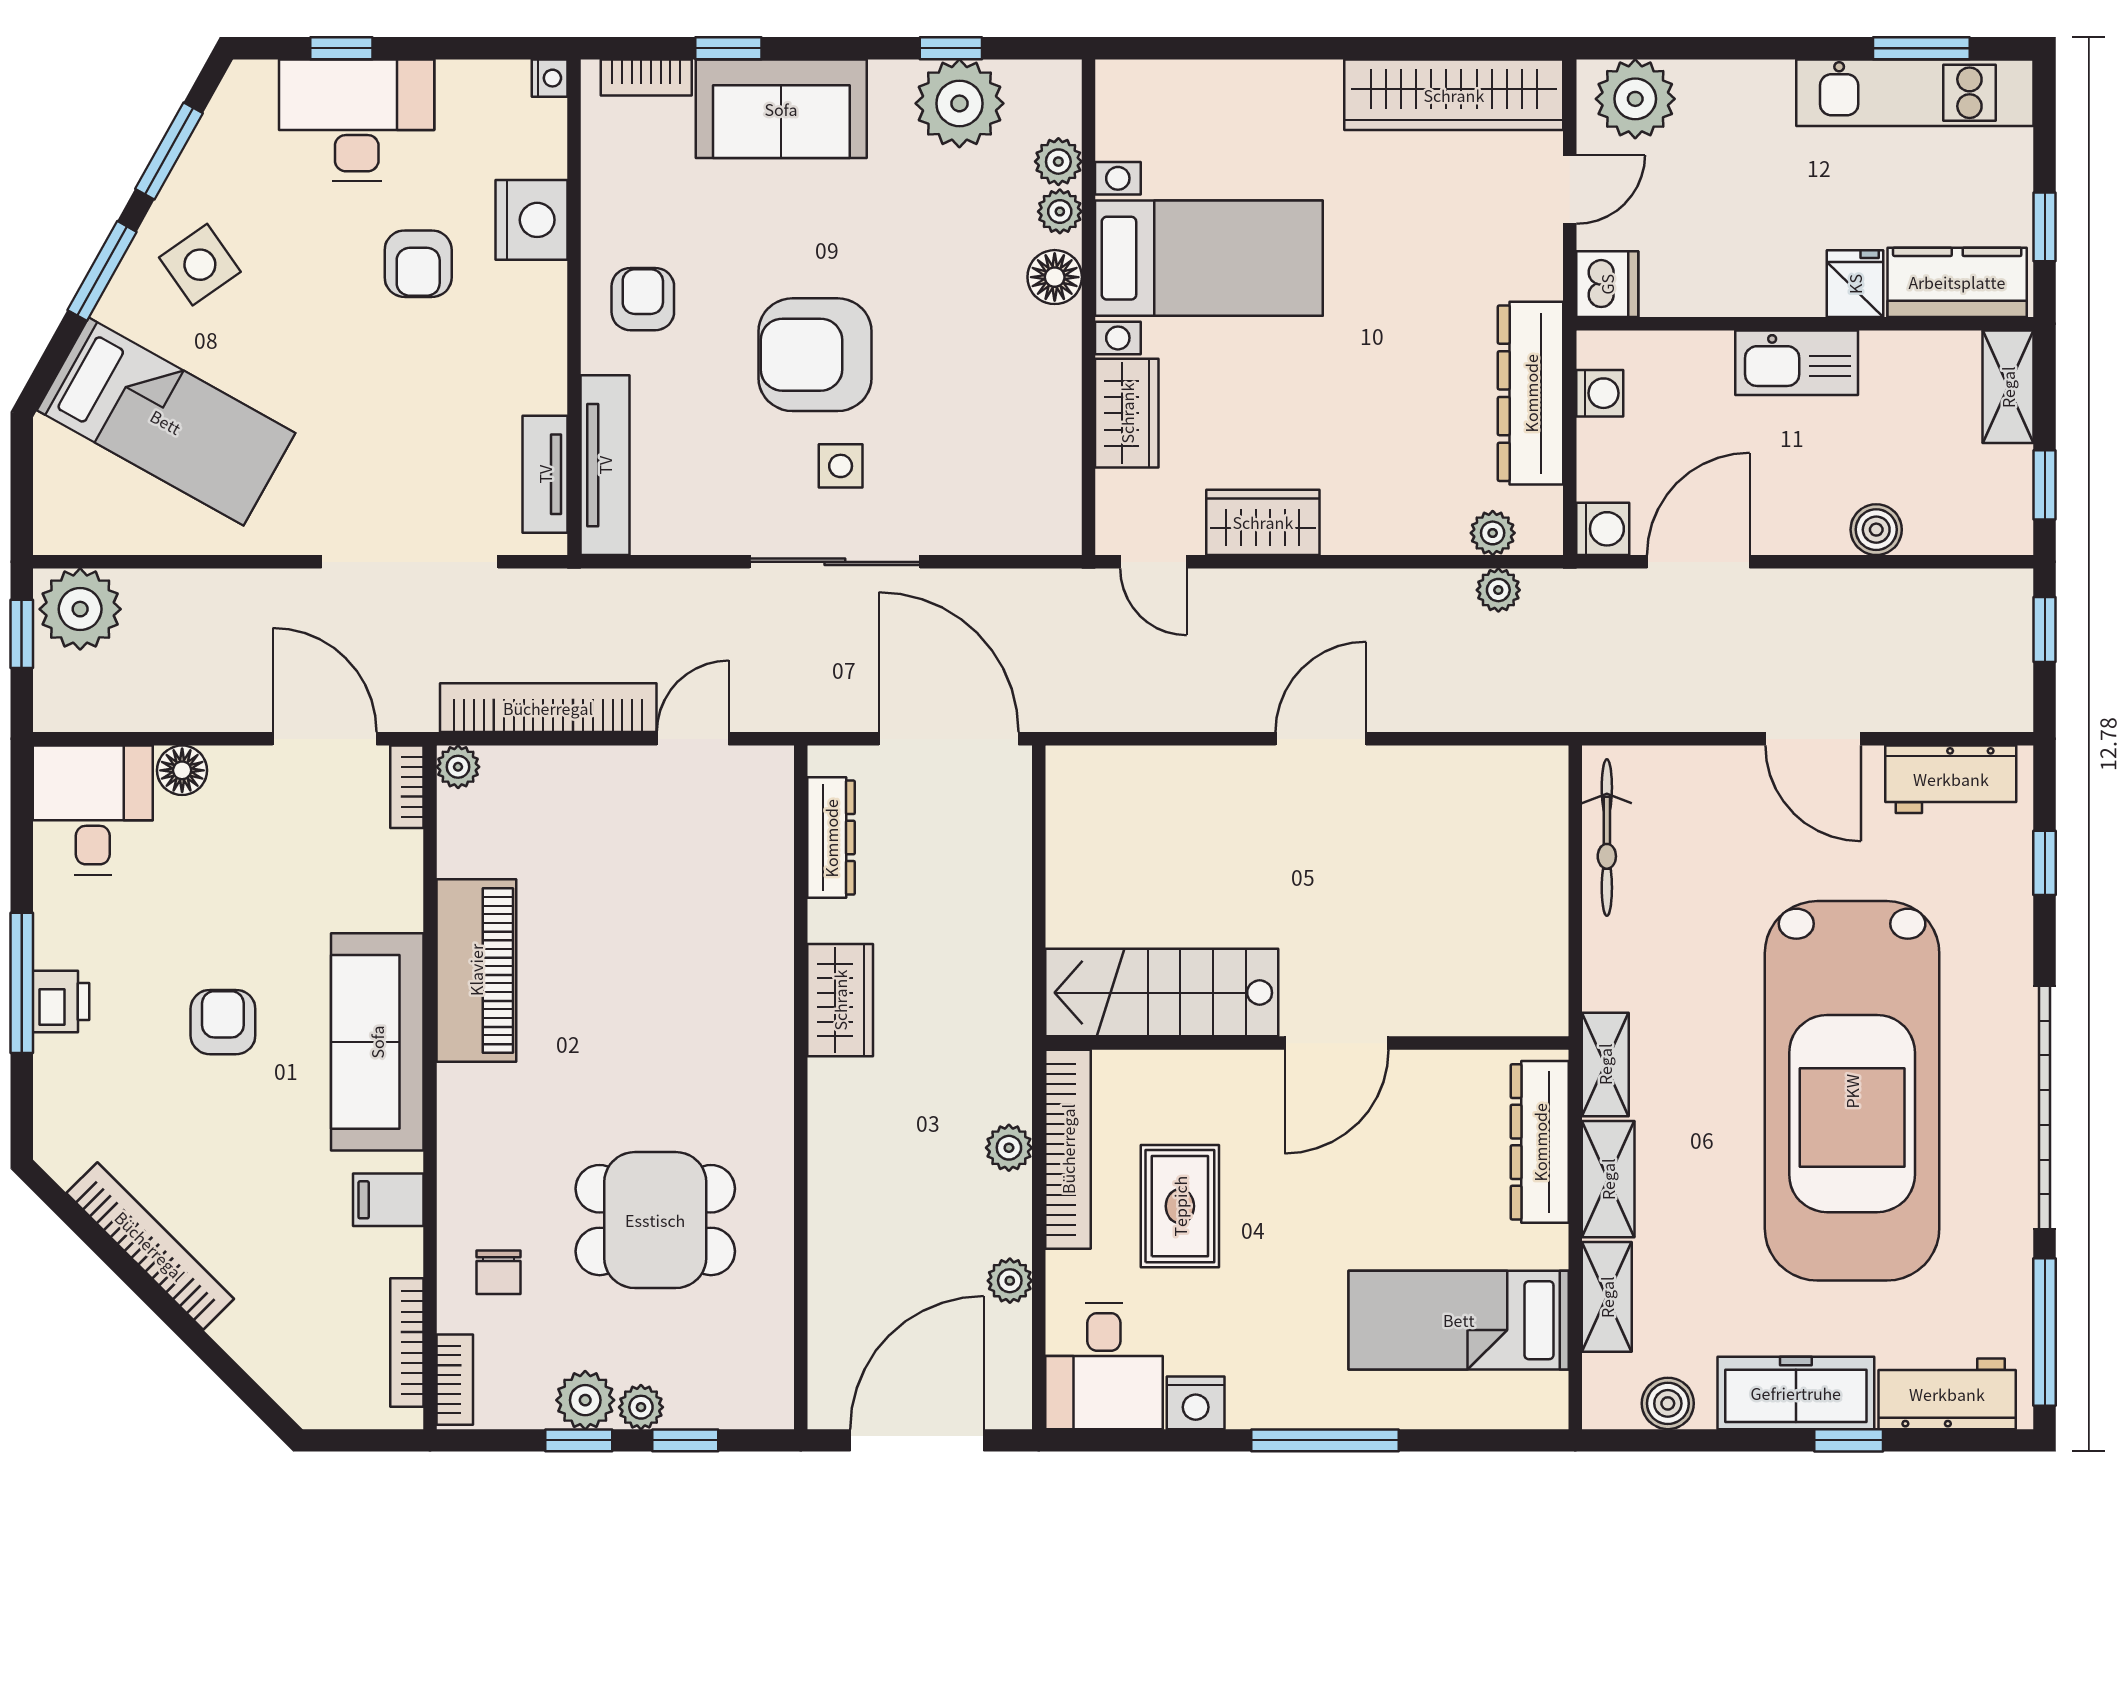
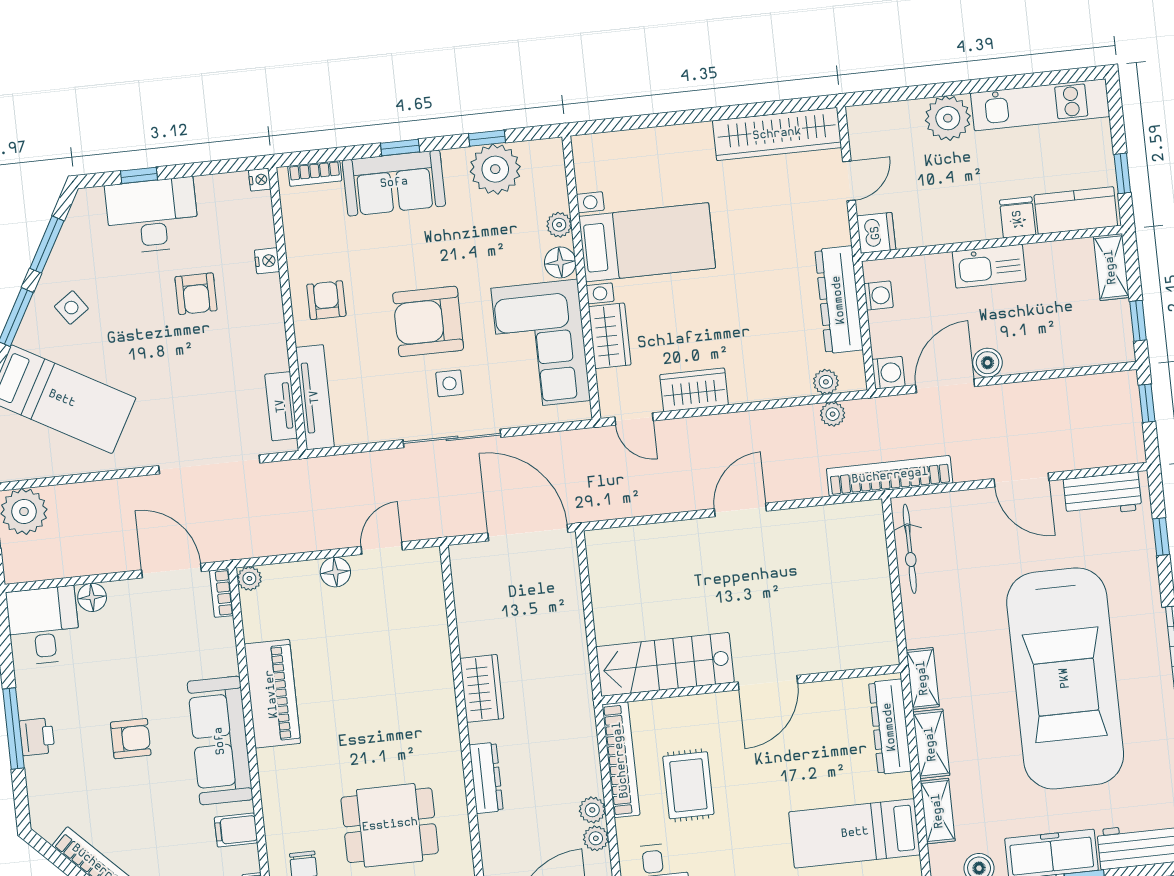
window: (728, 48) -> (400, 147), moved
window: (1921, 48) -> (1041, 79), removed
plant: (1635, 99) -> (948, 118), moved
plant: (1058, 162) -> (555, 196), removed
nightstand: (531, 220) -> (267, 261), width x0.53, depth x0.56
side table: (200, 265) -> (71, 308), width x0.73, depth x0.73
corner sofa: (1006, 415) -> (541, 344), added
boiler: (1876, 530) -> (988, 363), moved
bookcase: (548, 708) -> (890, 476), moved
floor lamp: (608, 772) -> (335, 572), added
dresser: (831, 838) -> (486, 778), moved
armchair: (223, 1022) -> (131, 739), turned 90
plant: (1009, 1148) -> (592, 810), moved

